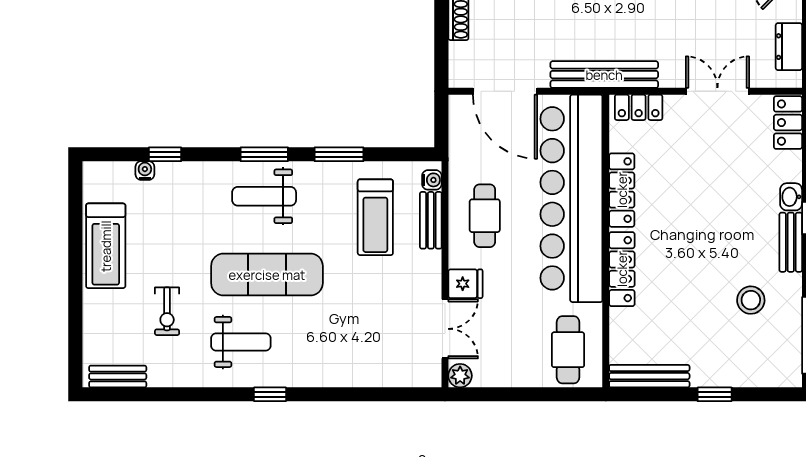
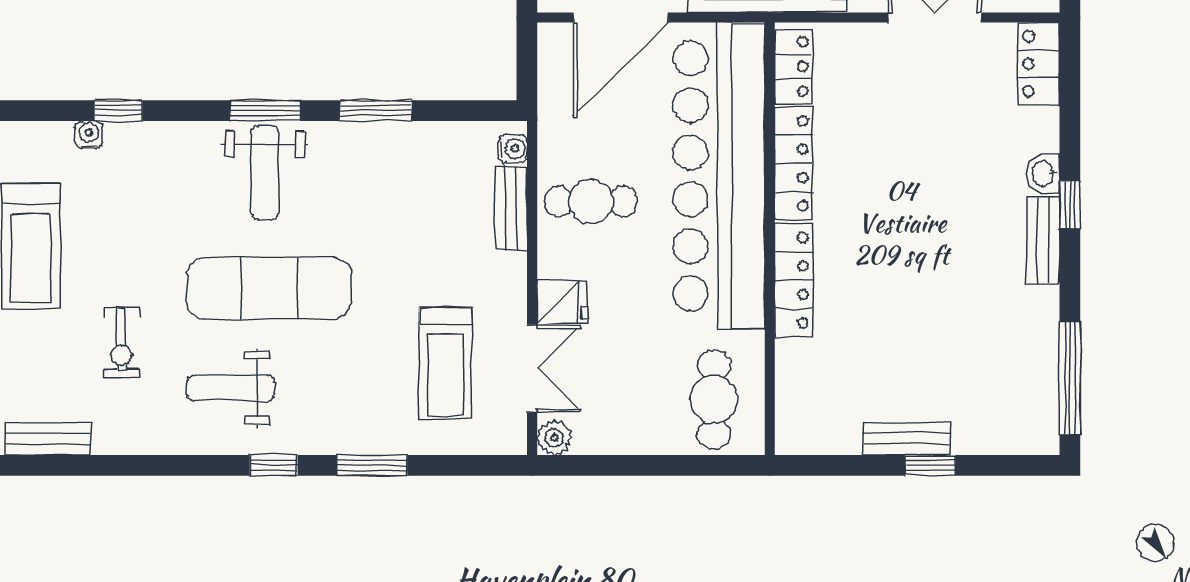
door: (505, 91) -> (621, 18), hinge flipped
locker: (639, 107) -> (793, 67), moved, turned -90
weight bench: (264, 196) -> (265, 173), turned -90
cafe table: (485, 216) -> (591, 201), turned 90
treadmill: (375, 217) -> (446, 364), moved
stool: (751, 300) -> (984, 326), removed
weight bench: (241, 342) -> (231, 388), turned 180
bench: (649, 376) -> (906, 438), moved, width x0.73
window: (336, 394) -> (372, 465), added

